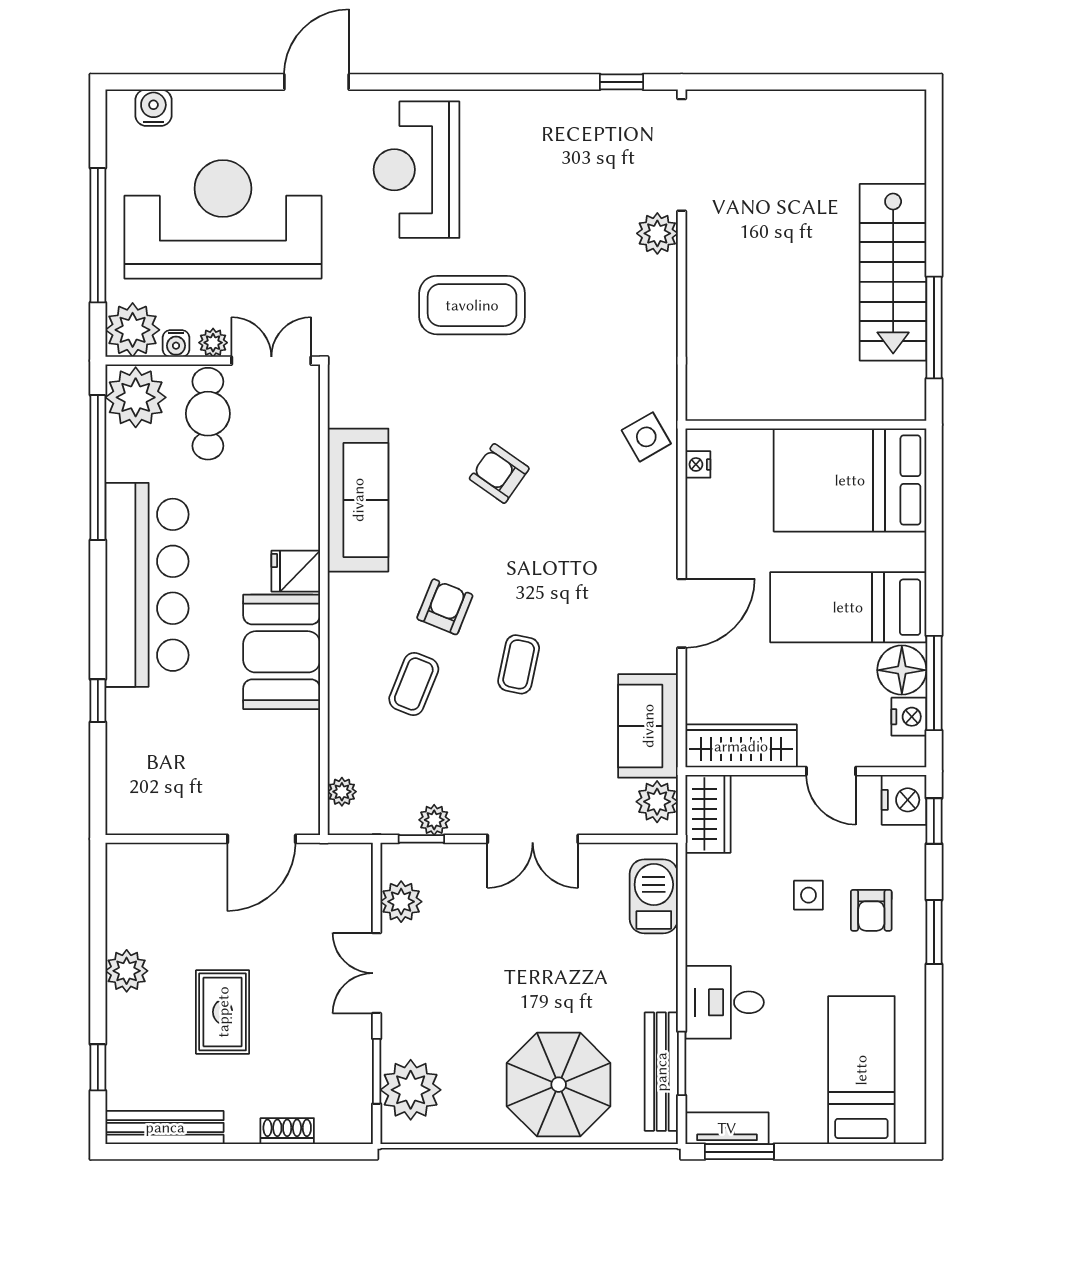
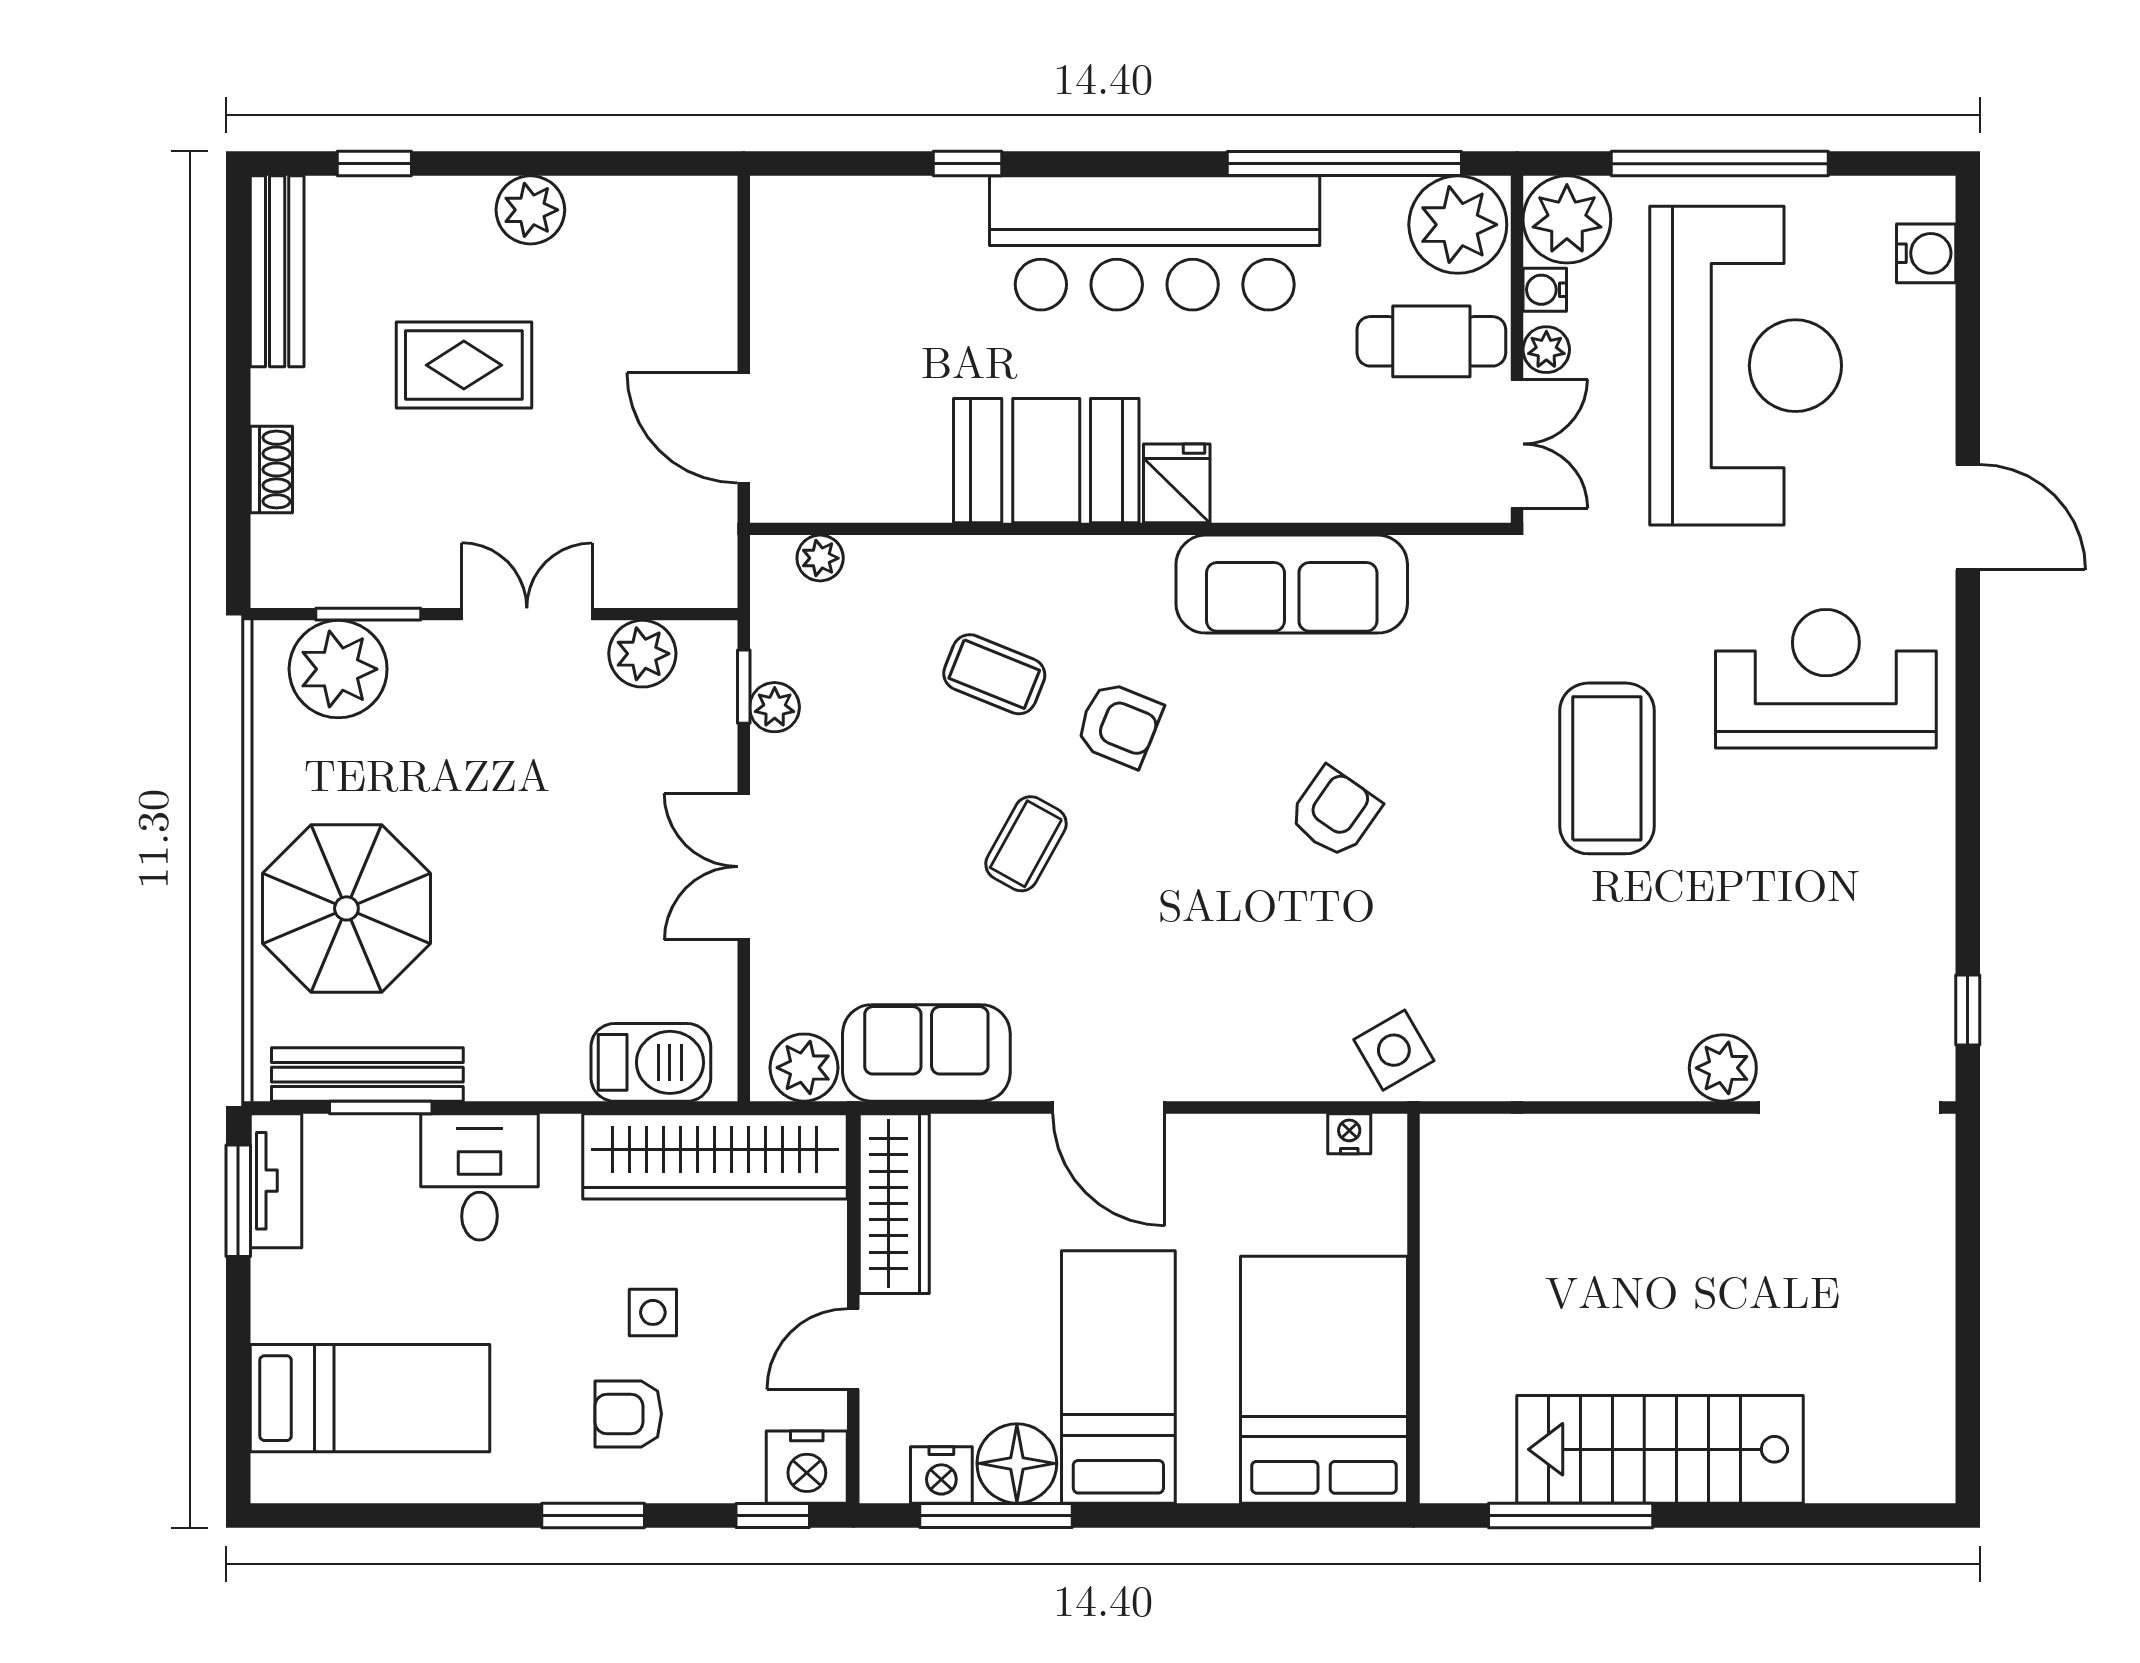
coffee table: (519, 664) -> (1026, 844), turned -73
wardrobe: (708, 814) -> (715, 1156), width x2.10, depth x1.17

